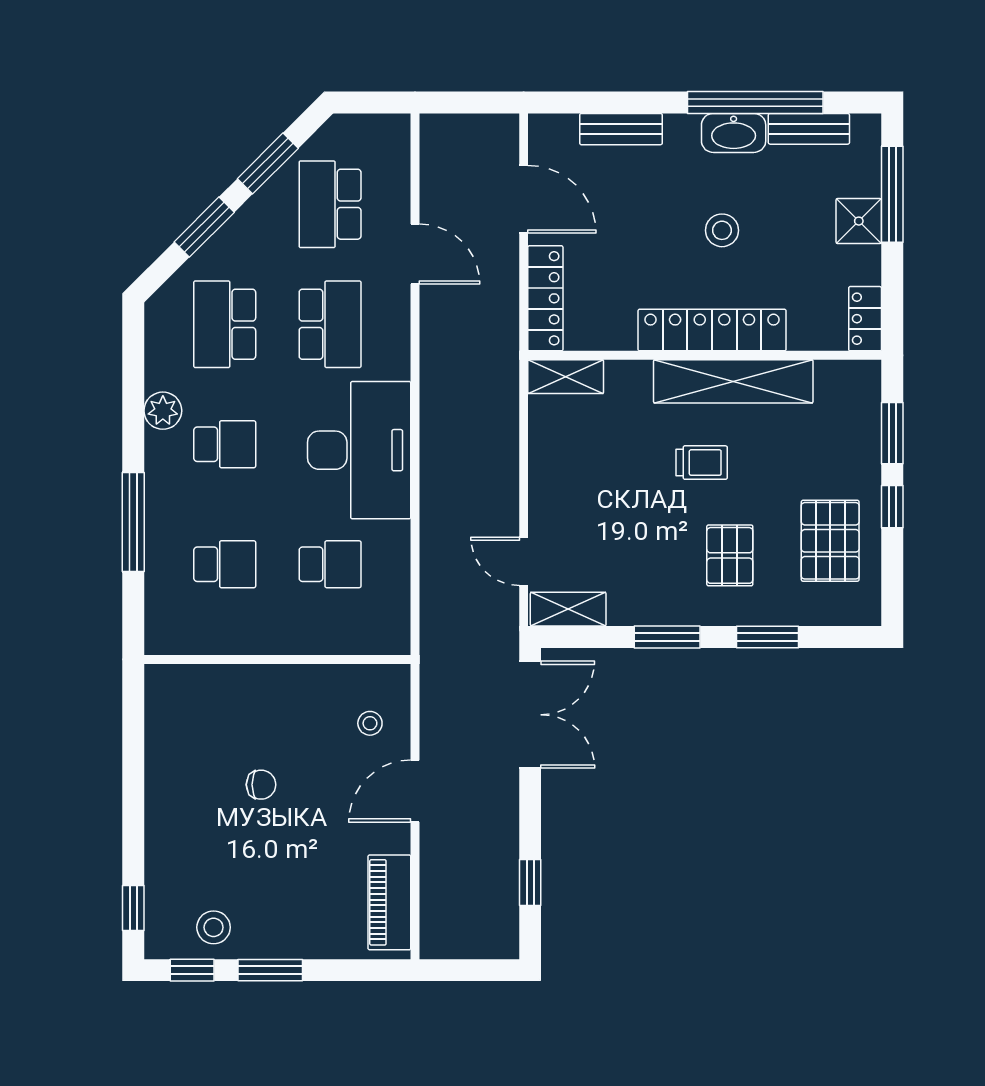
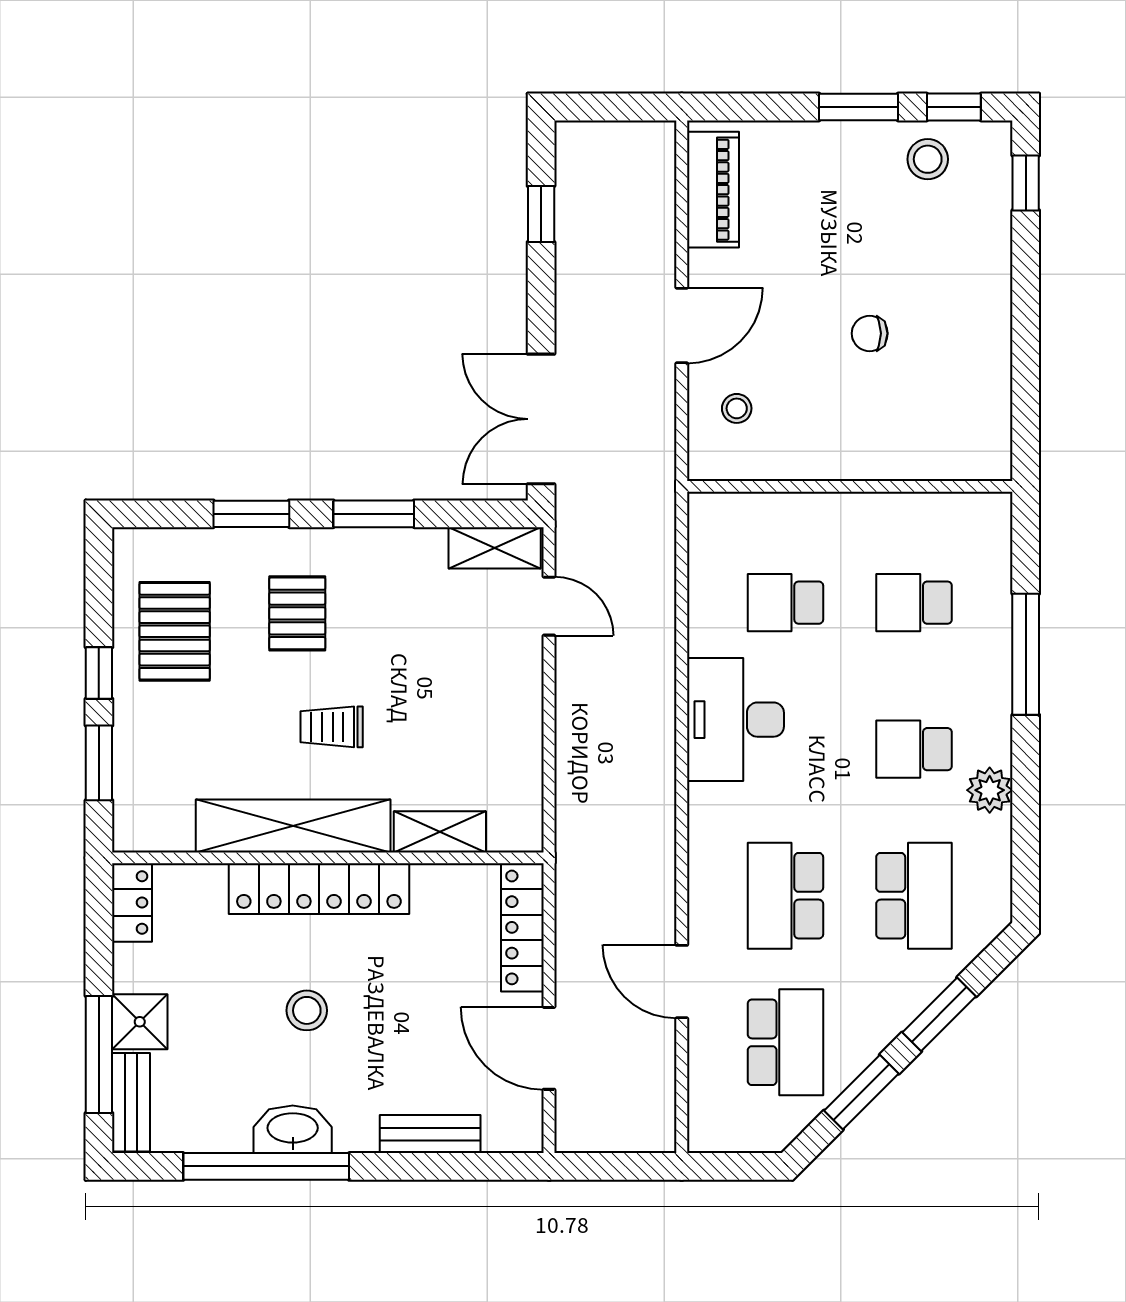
bench: (809, 129) -> (131, 1102), moved, turned 90
shelving: (566, 377) -> (440, 832), moved
desk: (359, 450) -> (735, 720), width x0.73, depth x0.77

